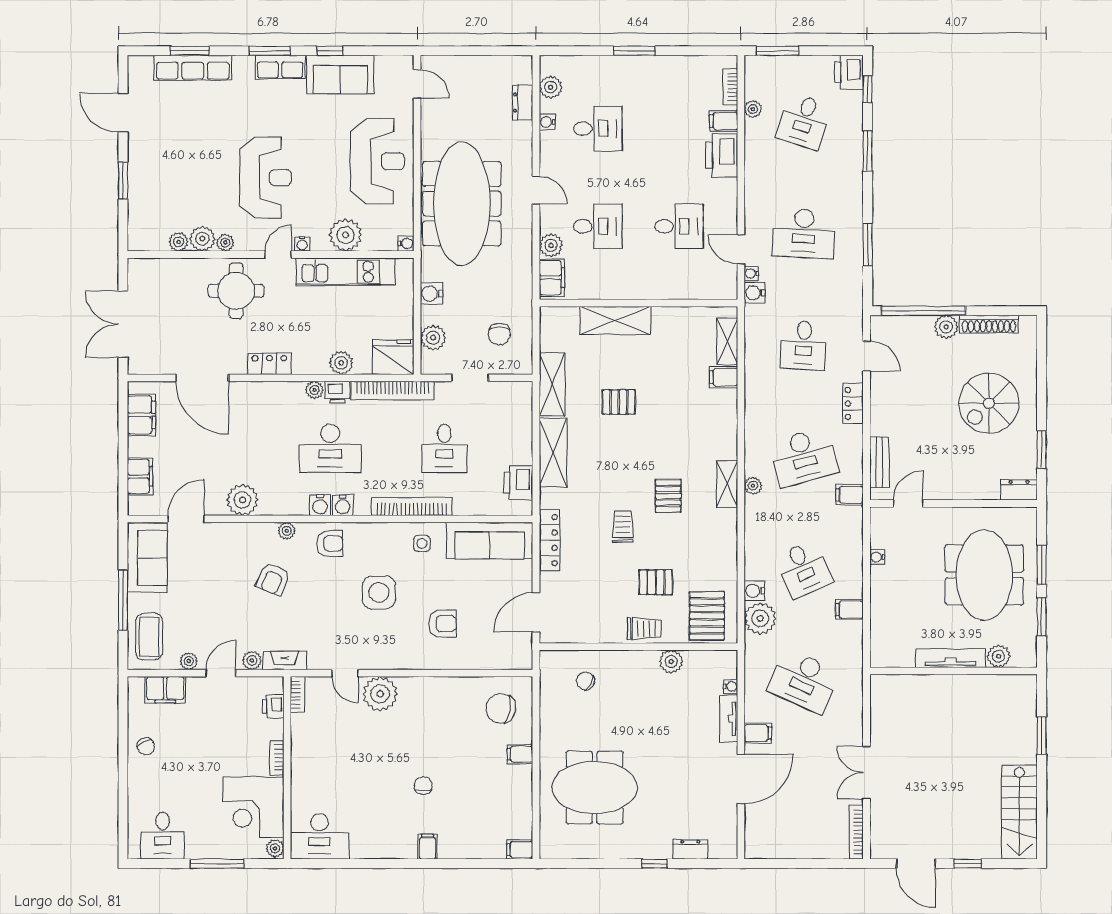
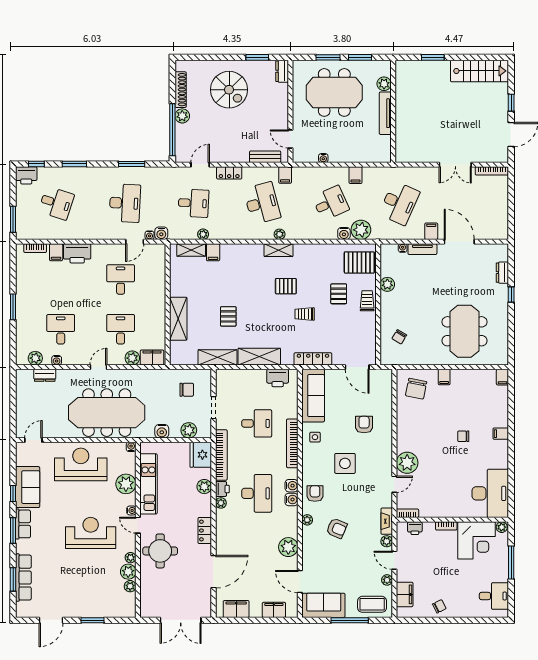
plant: (753, 109) -> (203, 234), moved
desk: (319, 836) -> (490, 493), width x1.36, depth x1.30

